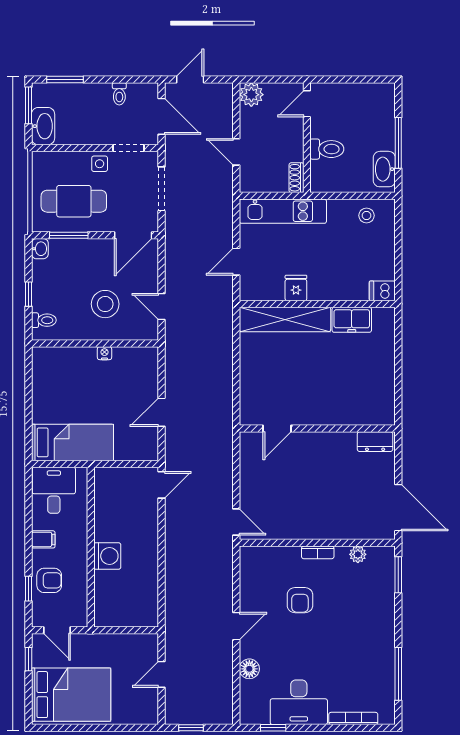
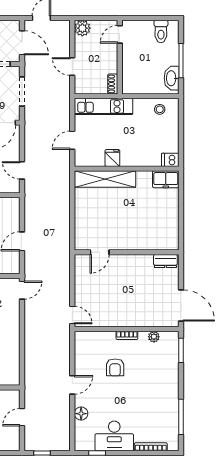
toilet: (327, 149) -> (161, 31), moved, turned 90
freezer: (352, 320) -> (166, 179), moved

